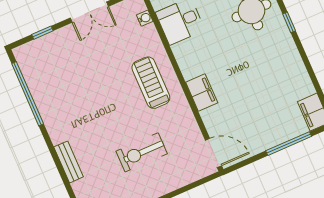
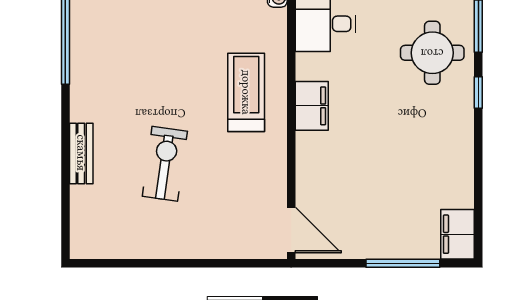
filing cabinet: (202, 93) -> (312, 106), moved
exercise bike: (142, 152) -> (165, 164), moved, turned 98

